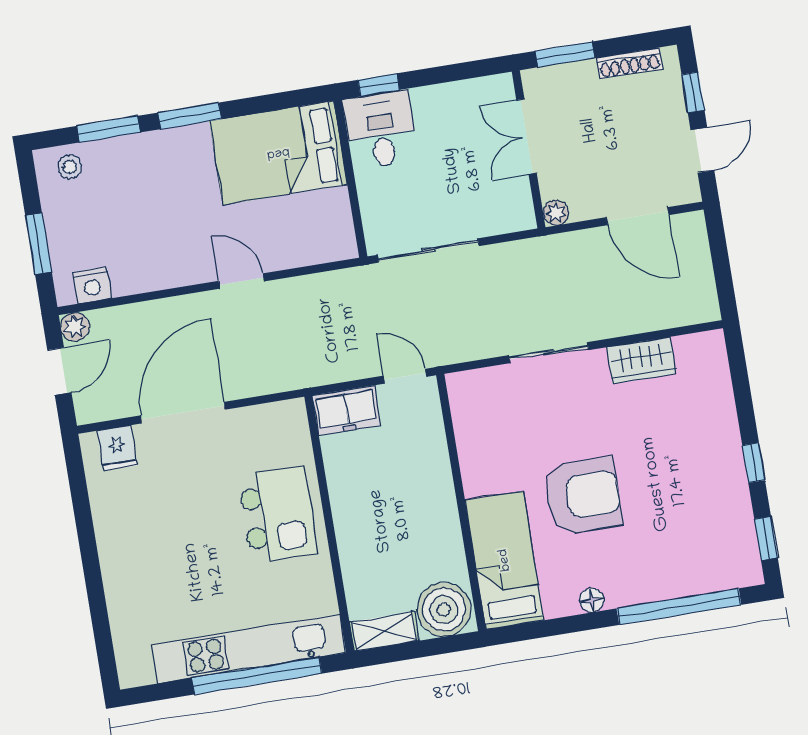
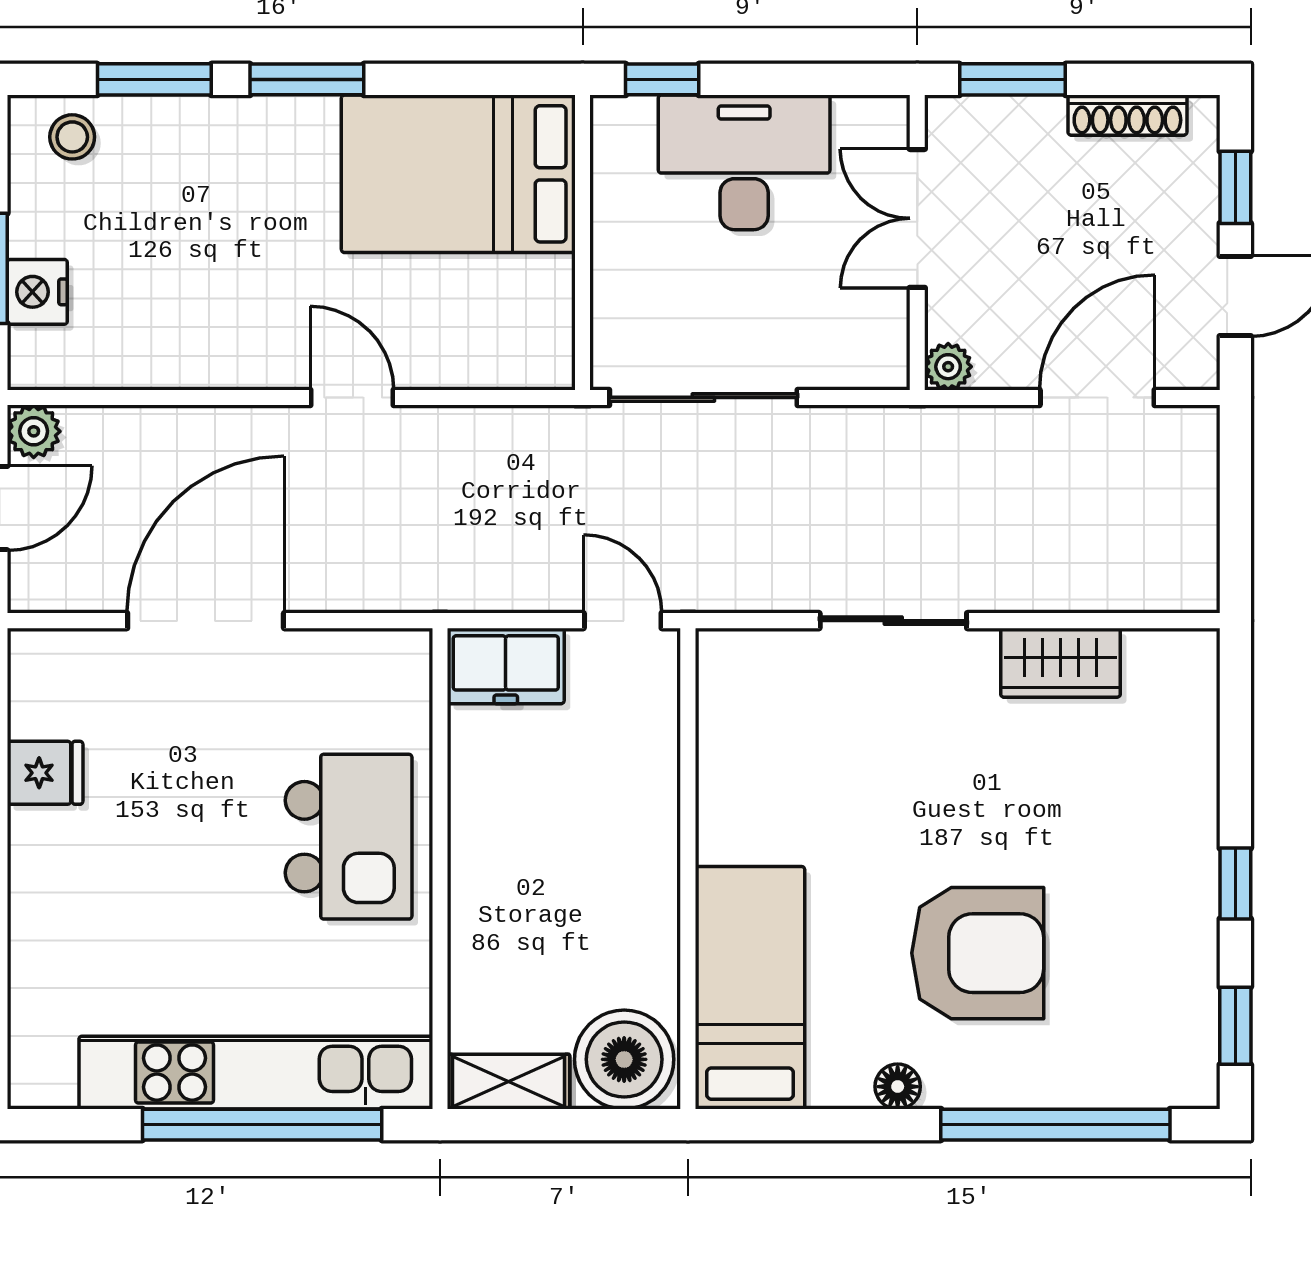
desk: (381, 130) -> (744, 162), moved, width x1.37
door: (638, 216) -> (1097, 397), swing flipped
nightstand: (92, 285) -> (37, 292), moved, turned 90
fridge: (117, 448) -> (45, 773), moved, turned -90
armchair: (583, 496) -> (978, 953), moved

